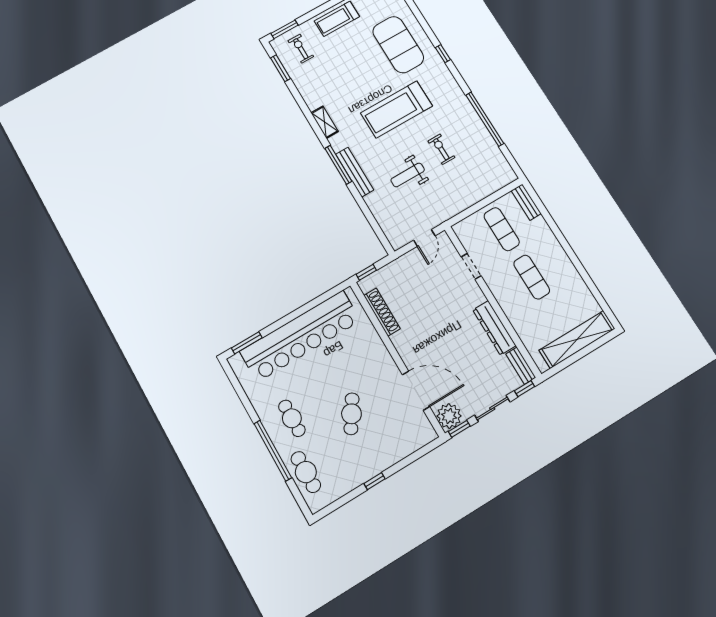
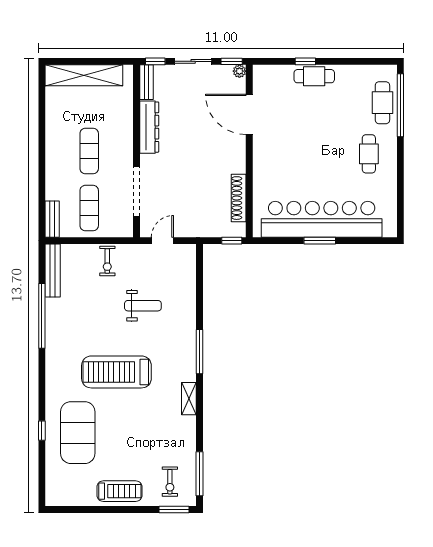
window: (443, 54) -> (42, 431), moved
window: (280, 68) -> (200, 474), width x1.44
treadmill: (397, 109) -> (116, 372), turned 180
exercise bike: (441, 149) -> (107, 261), moved
bench: (355, 172) -> (53, 271), moved
doorway: (471, 266) -> (136, 191), width x1.88
window: (247, 343) -> (320, 241), moved
cafe table: (351, 414) -> (314, 76), moved, turned 57
plant: (449, 416) -> (239, 71), width x0.53, depth x0.53
window: (273, 451) -> (400, 105), moved
window: (375, 481) -> (305, 61), moved

